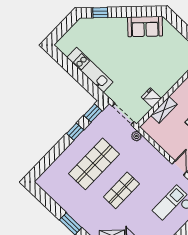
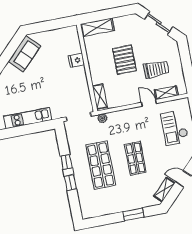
fridge: (151, 98) -> (76, 60), moved
shelving: (164, 110) -> (100, 97), moved
window: (93, 113) -> (70, 183), moved

